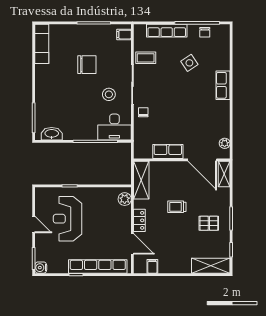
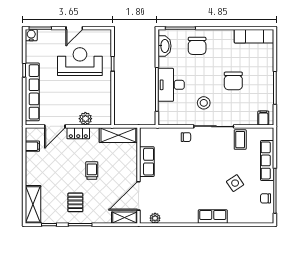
chair: (52, 101) -> (197, 46), added
desk: (114, 127) -> (171, 85), moved
plant: (125, 199) -> (85, 119), moved

